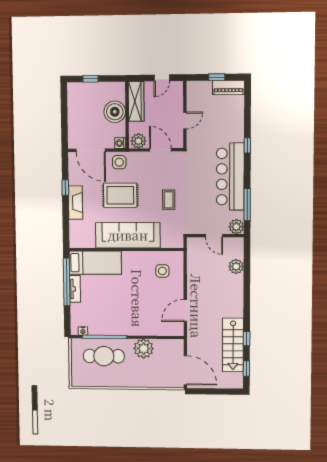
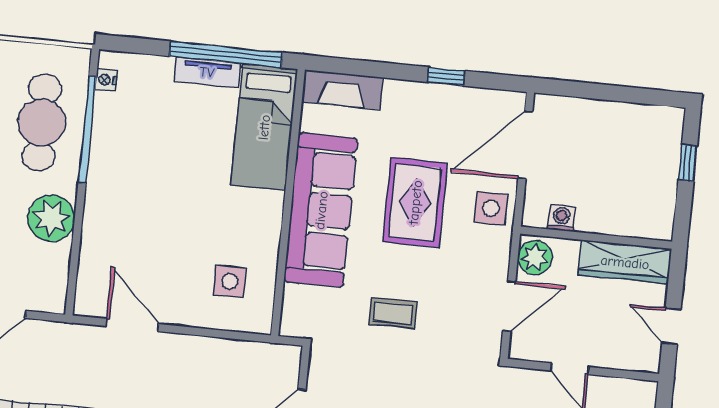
boiler: (115, 112) -> (607, 210), removed
washing machine: (120, 143) -> (561, 218), moved
fireplace: (75, 203) -> (342, 90), moved

